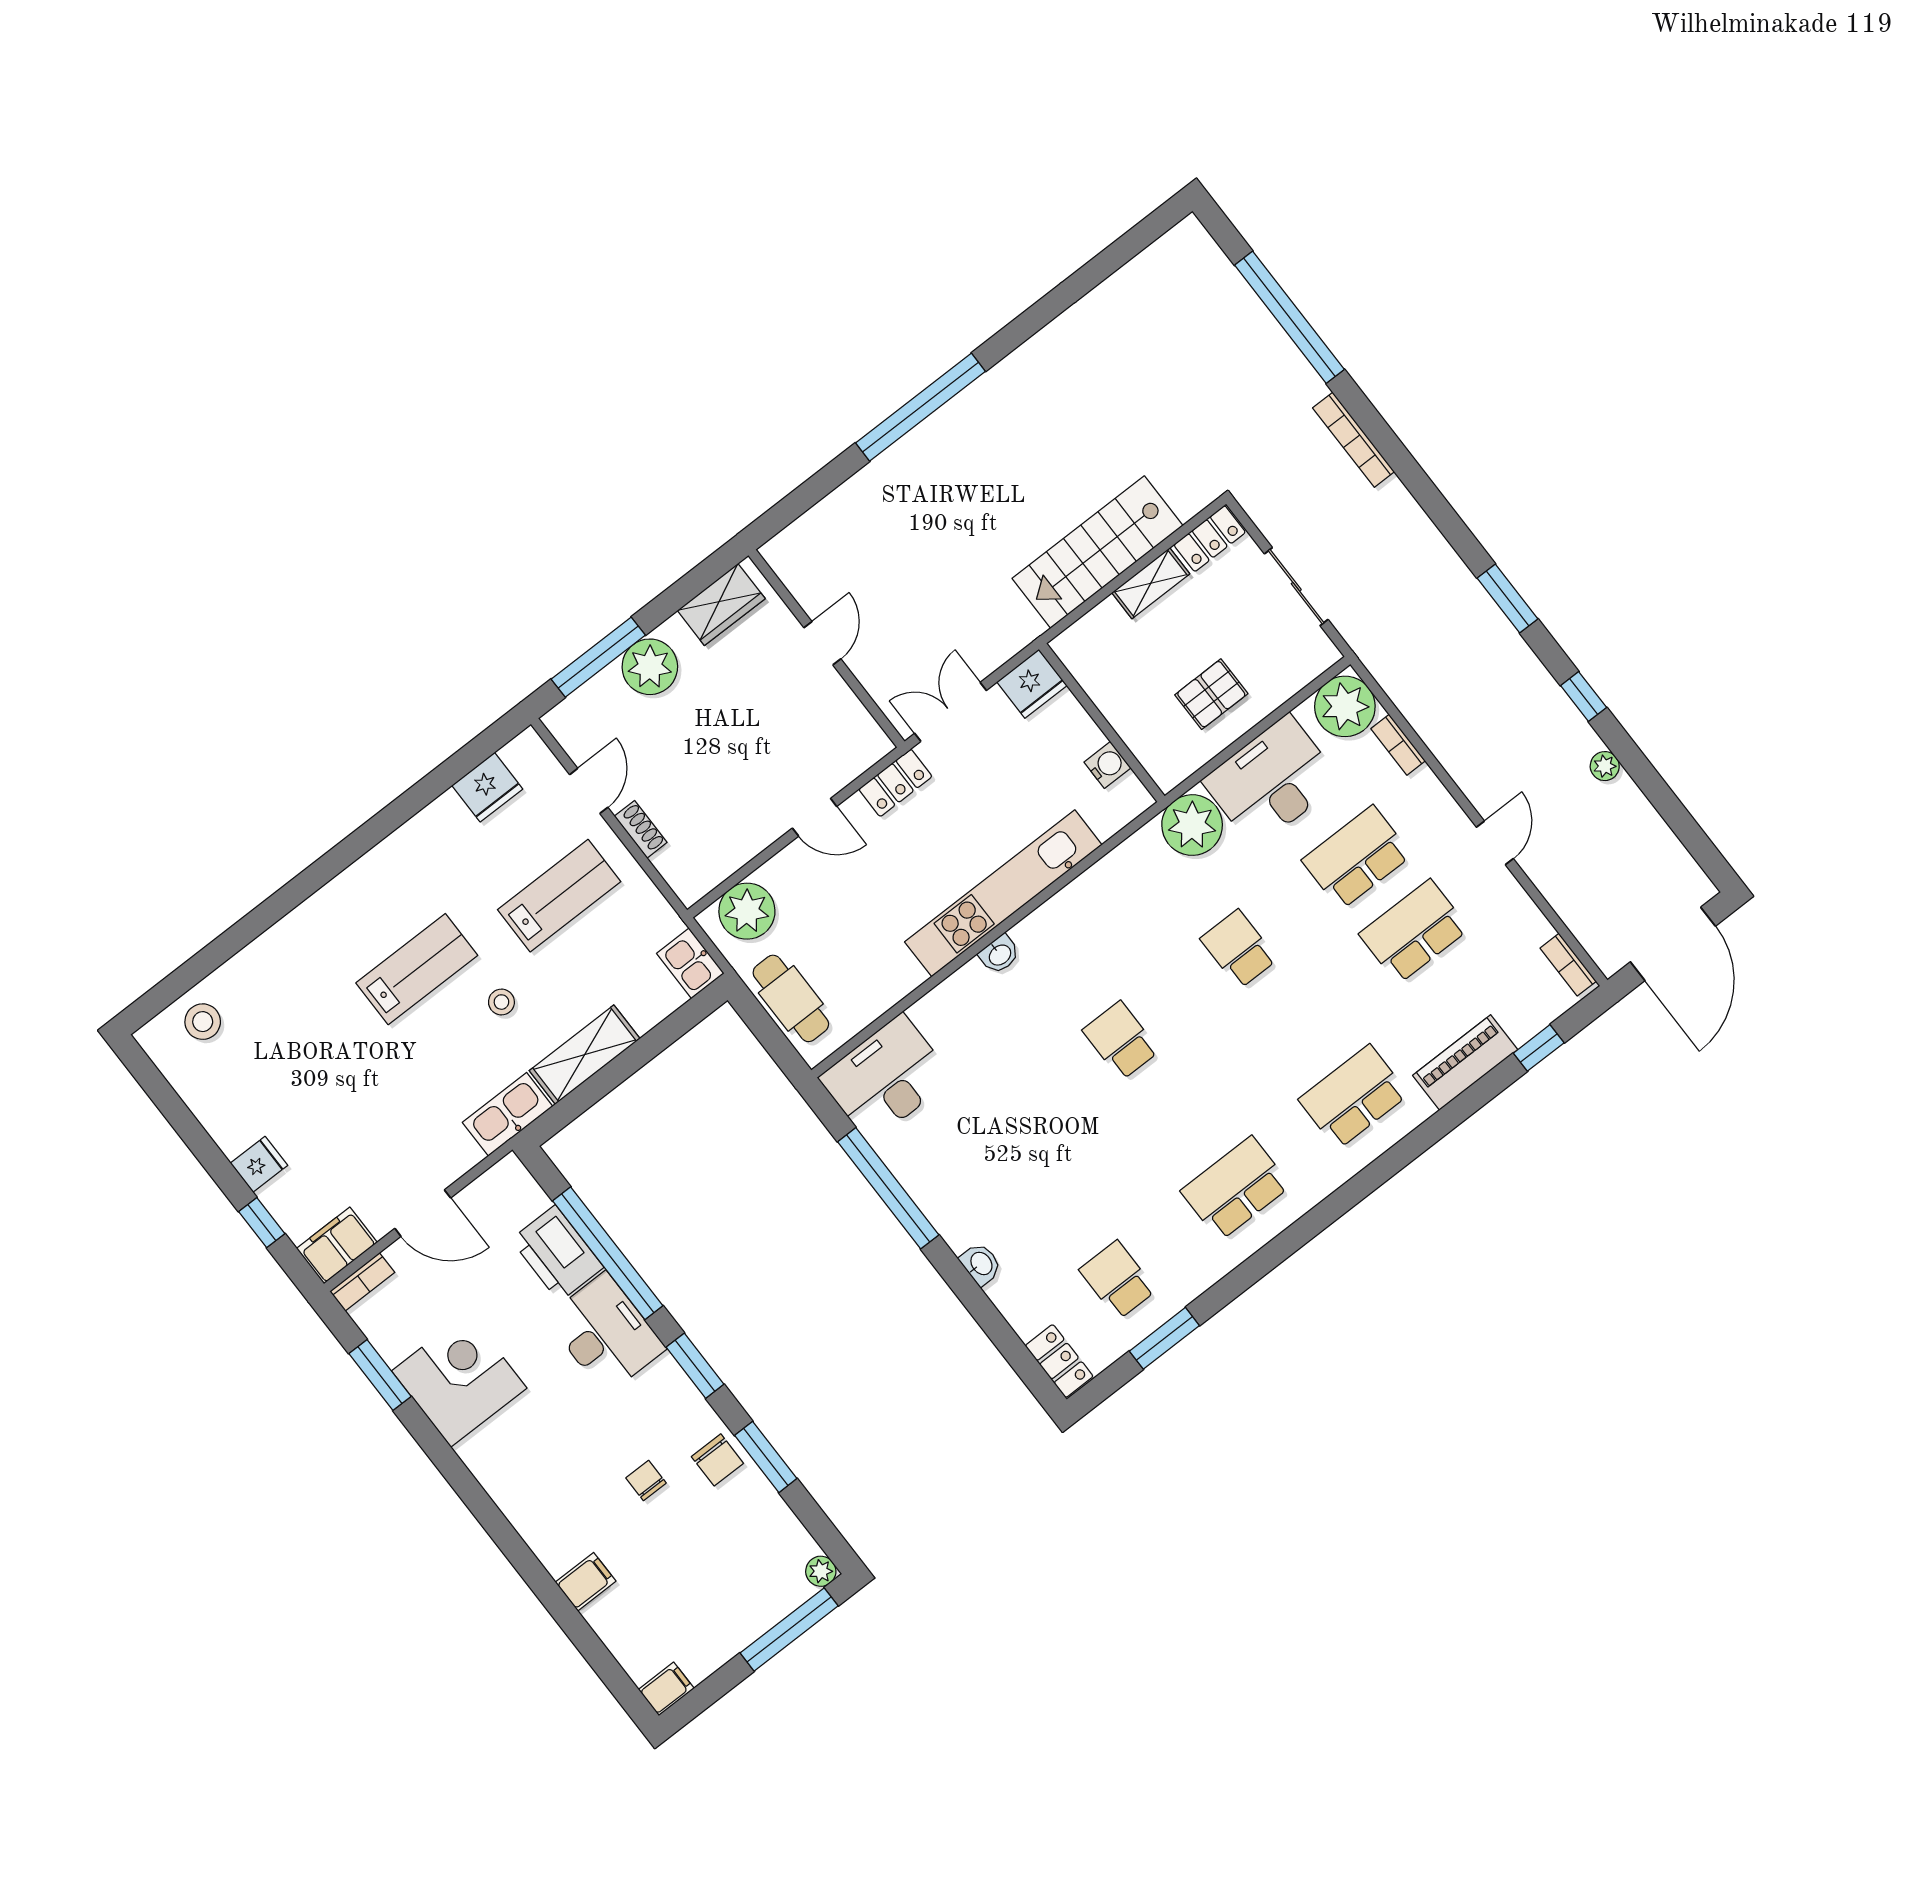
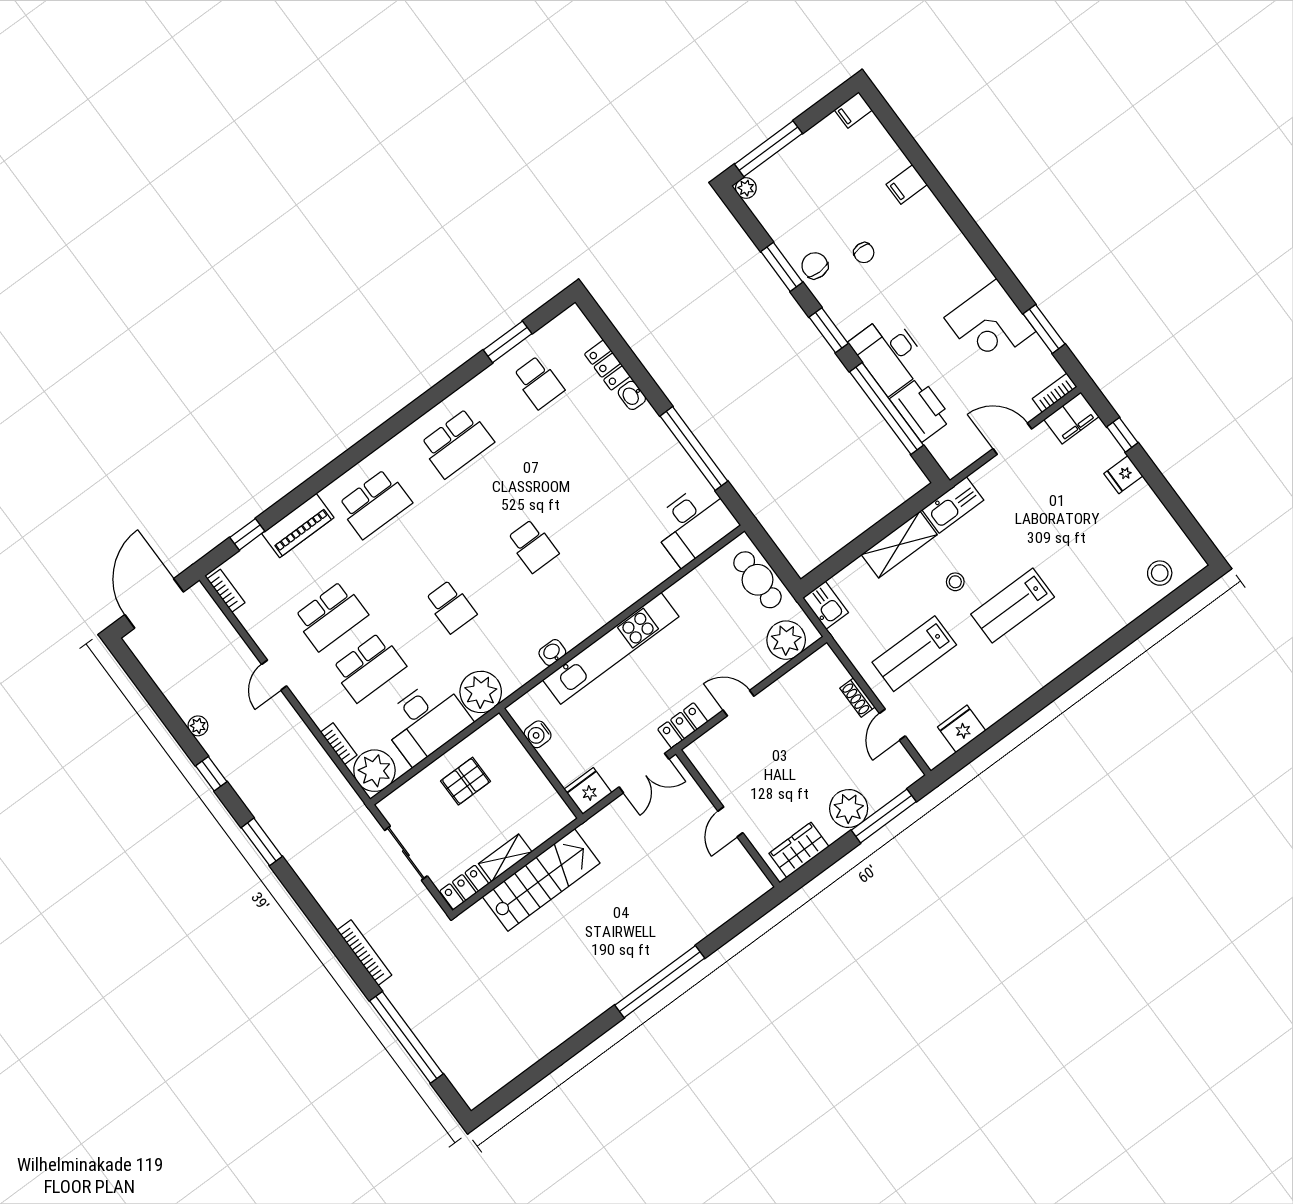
washbasin: (999, 954) -> (552, 652), moved
locker: (1059, 1361) -> (607, 365), moved

